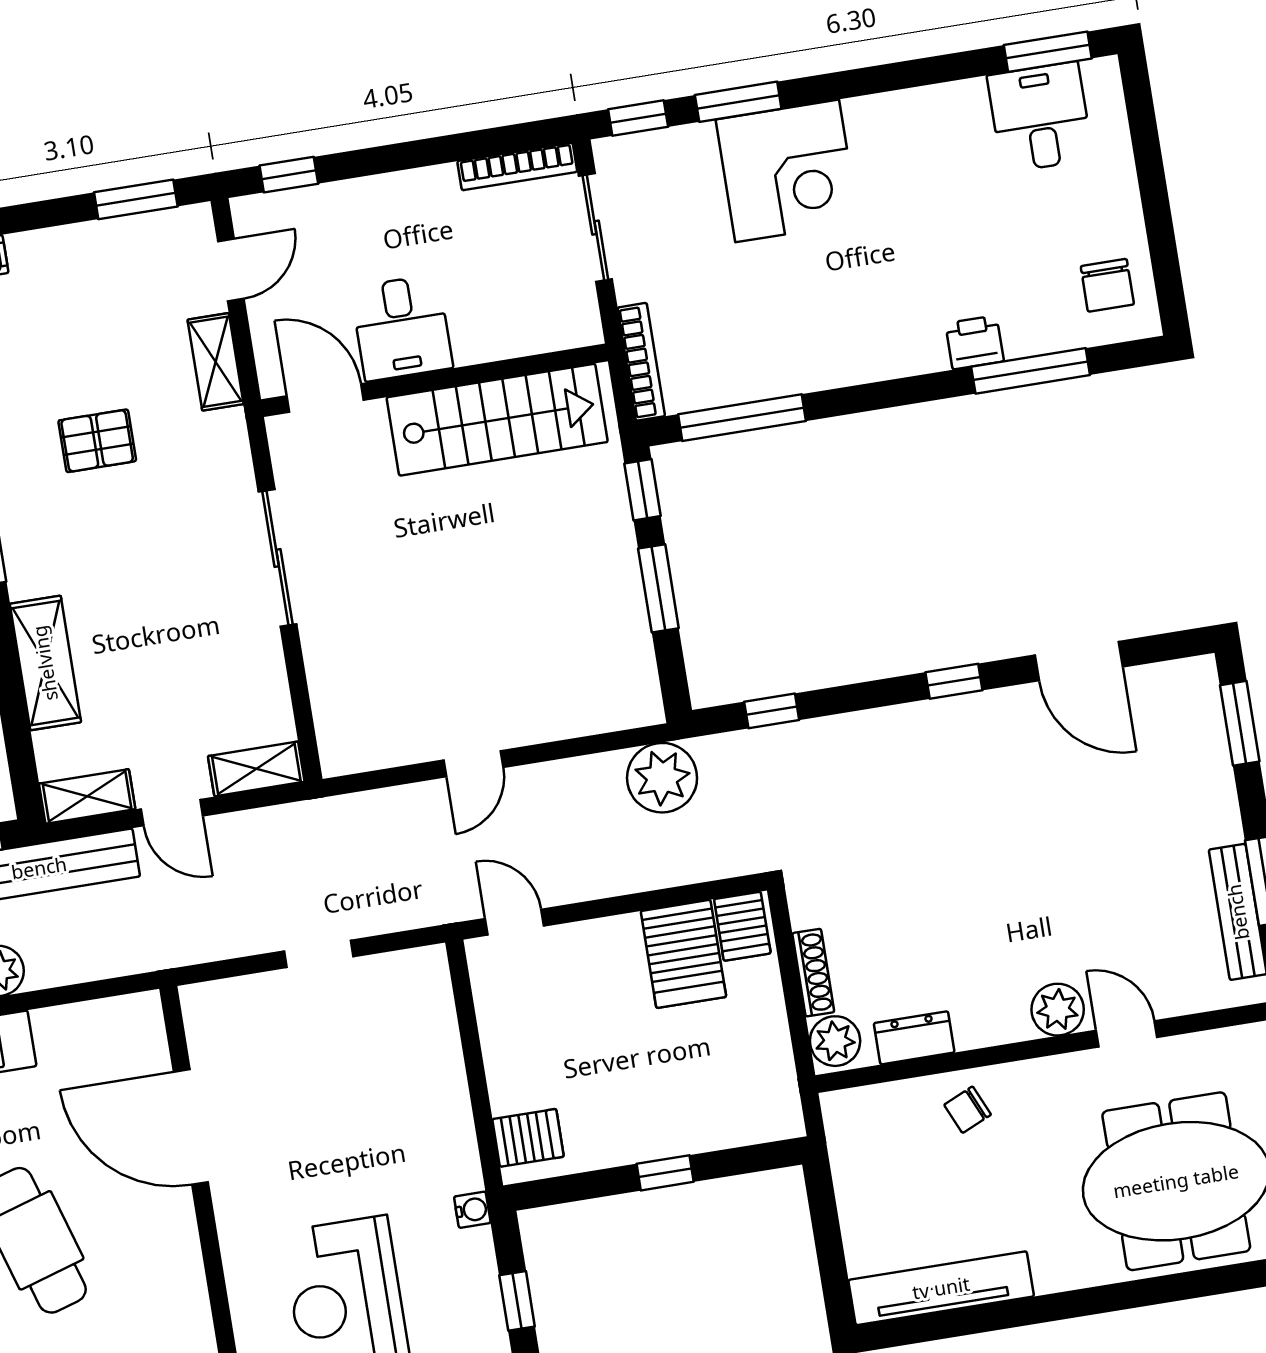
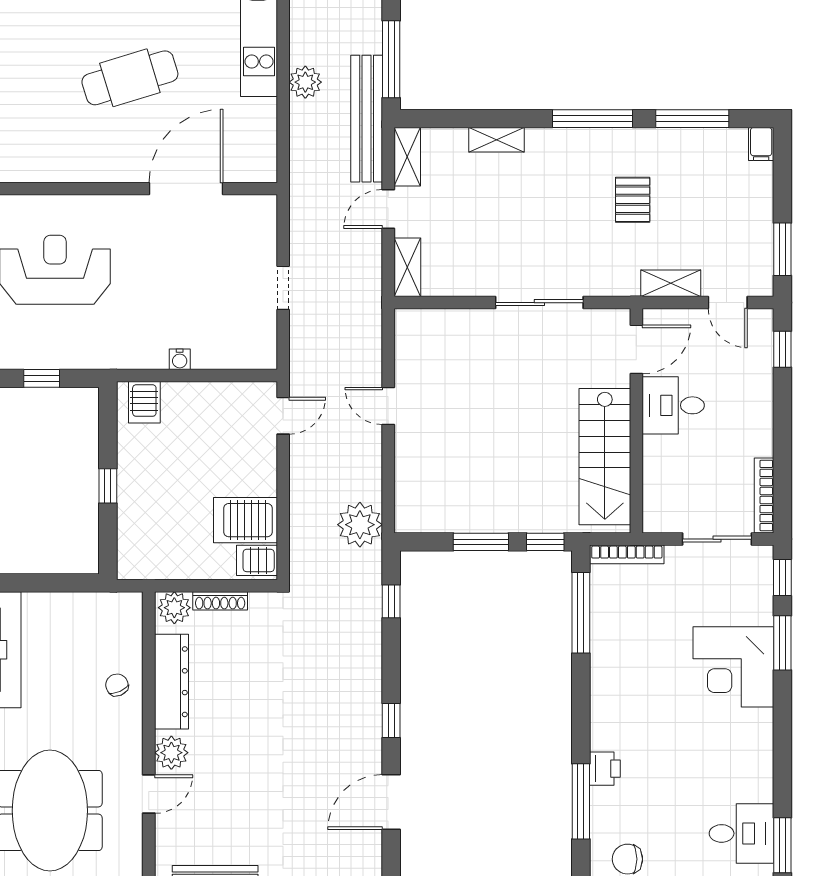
shelving: (45, 663) -> (497, 140), width x0.67, depth x0.75
dresser: (914, 1038) -> (172, 682), width x1.96, depth x1.24
water cooler: (472, 1210) -> (180, 359), moved

